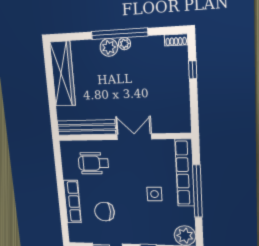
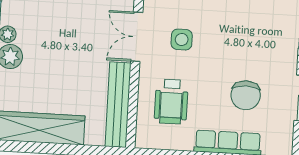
side table: (154, 194) -> (182, 40), moved

